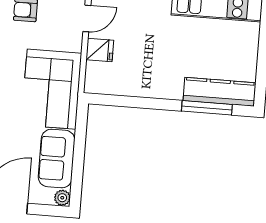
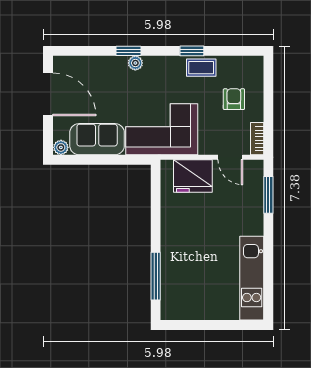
fridge: (100, 50) -> (193, 176), width x1.88, depth x1.34
kitchen counter: (219, 92) -> (172, 287), removed

